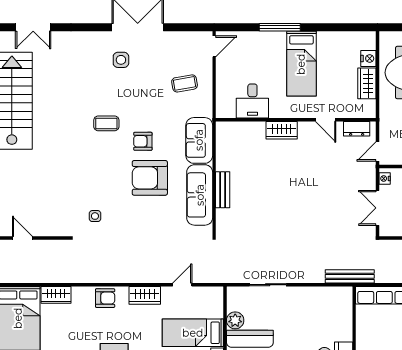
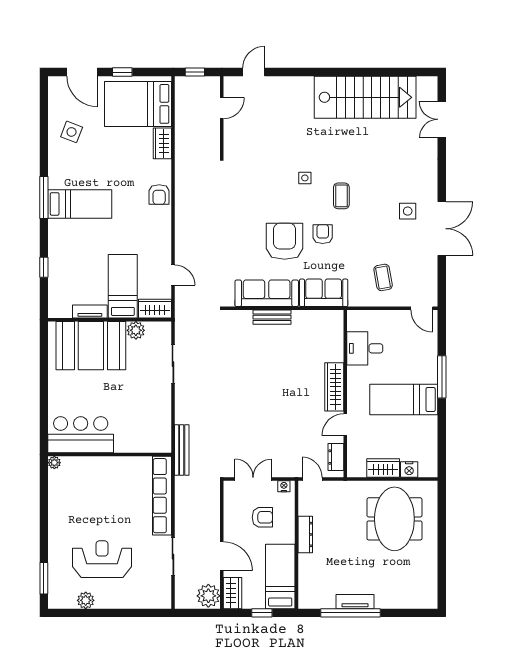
wardrobe: (282, 130) -> (334, 387), width x1.50
side table: (95, 216) -> (305, 178), moved
wardrobe: (145, 295) -> (155, 309), moved, turned 90

